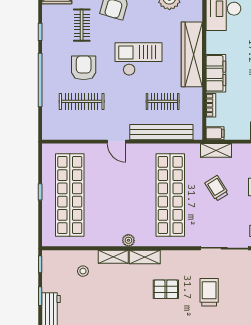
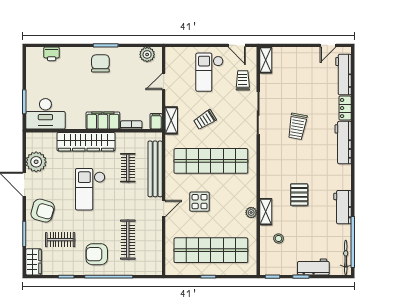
armchair: (84, 68) -> (97, 254), moved
display table: (124, 182) -> (200, 202), added
plant: (128, 240) -> (251, 213), moved
shelving: (145, 257) -> (266, 184), removed
pallet: (166, 289) -> (299, 195), moved
trolley: (209, 292) -> (297, 126), turned -80

